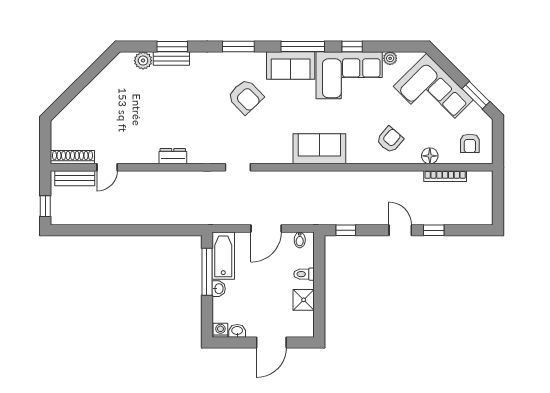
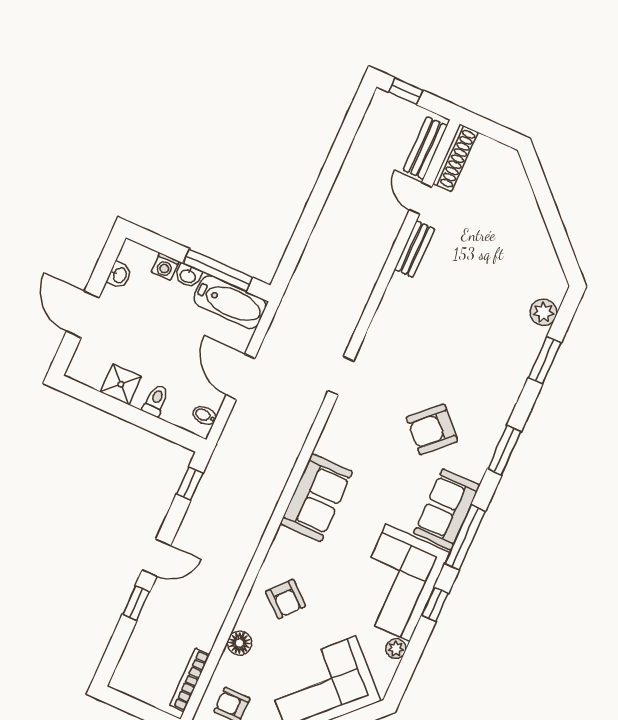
bench: (171, 58) -> (415, 249), moved
dresser: (173, 156) -> (396, 294), removed
bookcase: (445, 176) -> (190, 680), moved
washing machine: (220, 330) -> (165, 267), moved, turned 90

